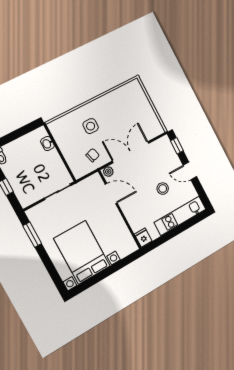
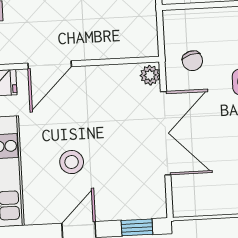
door: (111, 194) -> (50, 65), moved

